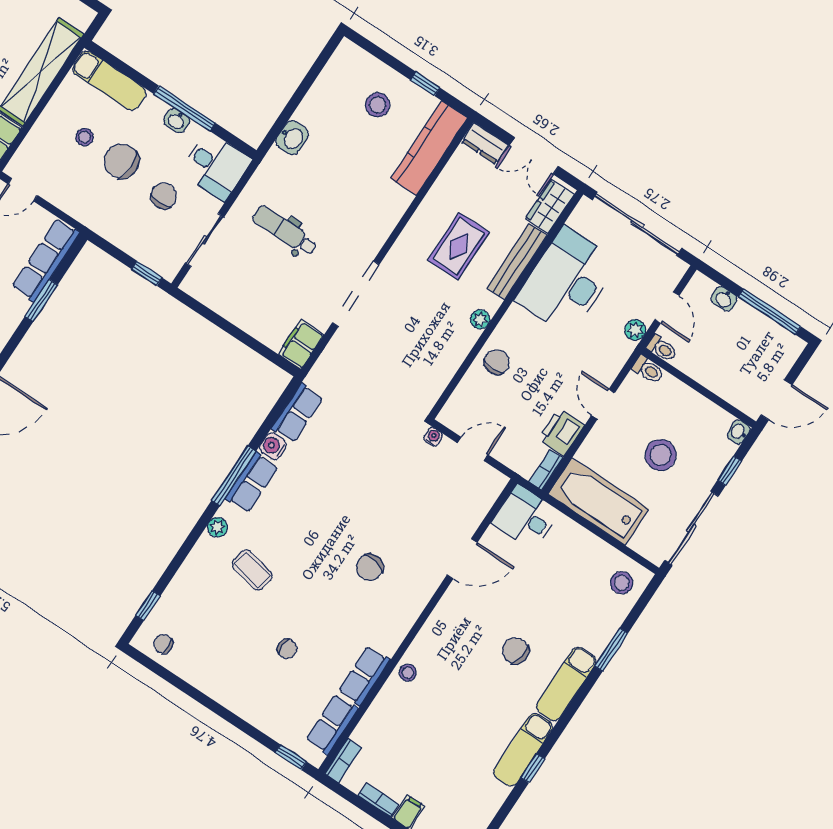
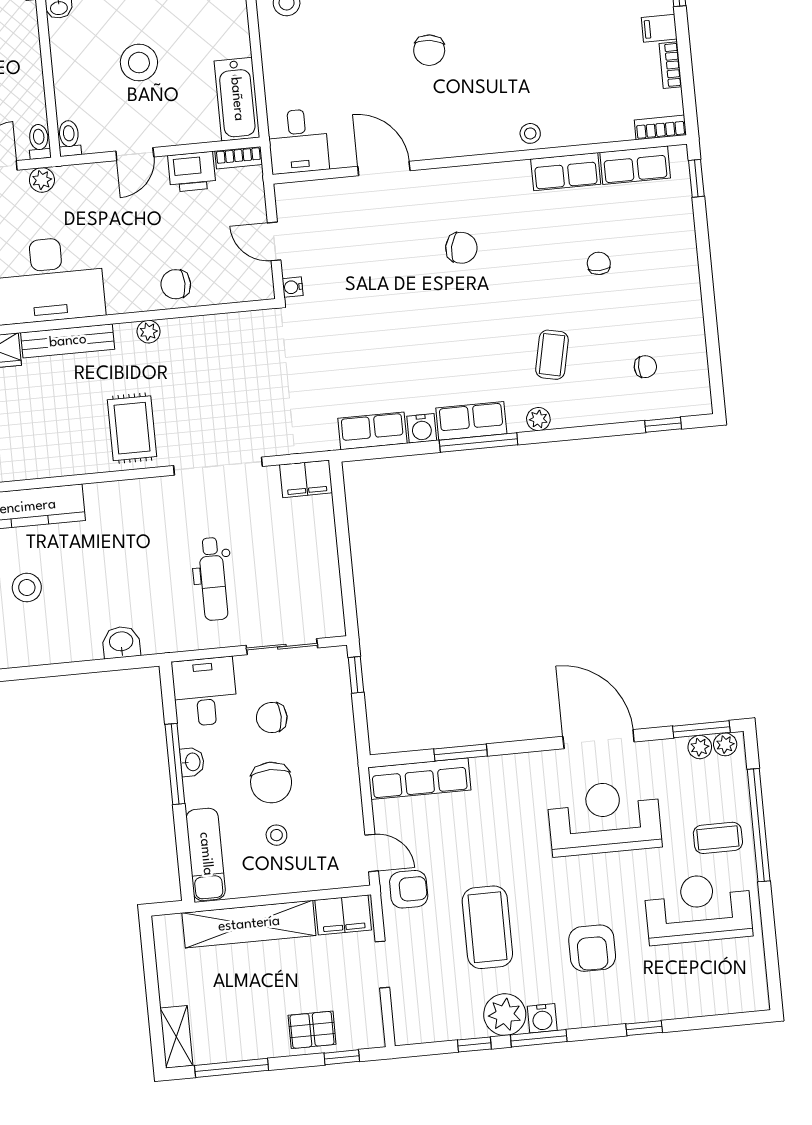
rug: (459, 246) -> (132, 428), moved, turned 90
bathtub: (598, 502) -> (237, 99), width x0.73, depth x0.73
chair: (163, 644) -> (645, 367), moved, turned -90

